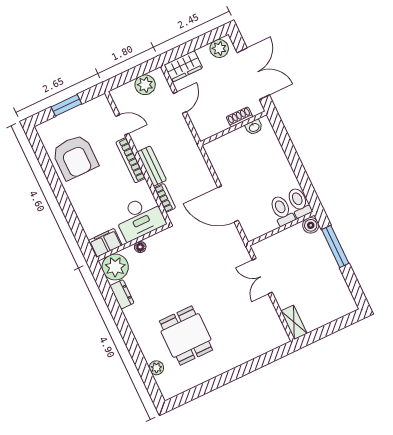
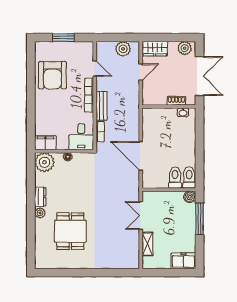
desk: (140, 218) -> (81, 137), width x0.73
dresser: (122, 294) -> (40, 197), moved
freezer: (340, 306) -> (183, 261), added
shelving: (294, 322) -> (147, 244), moved
plant: (156, 368) -> (40, 213), moved

